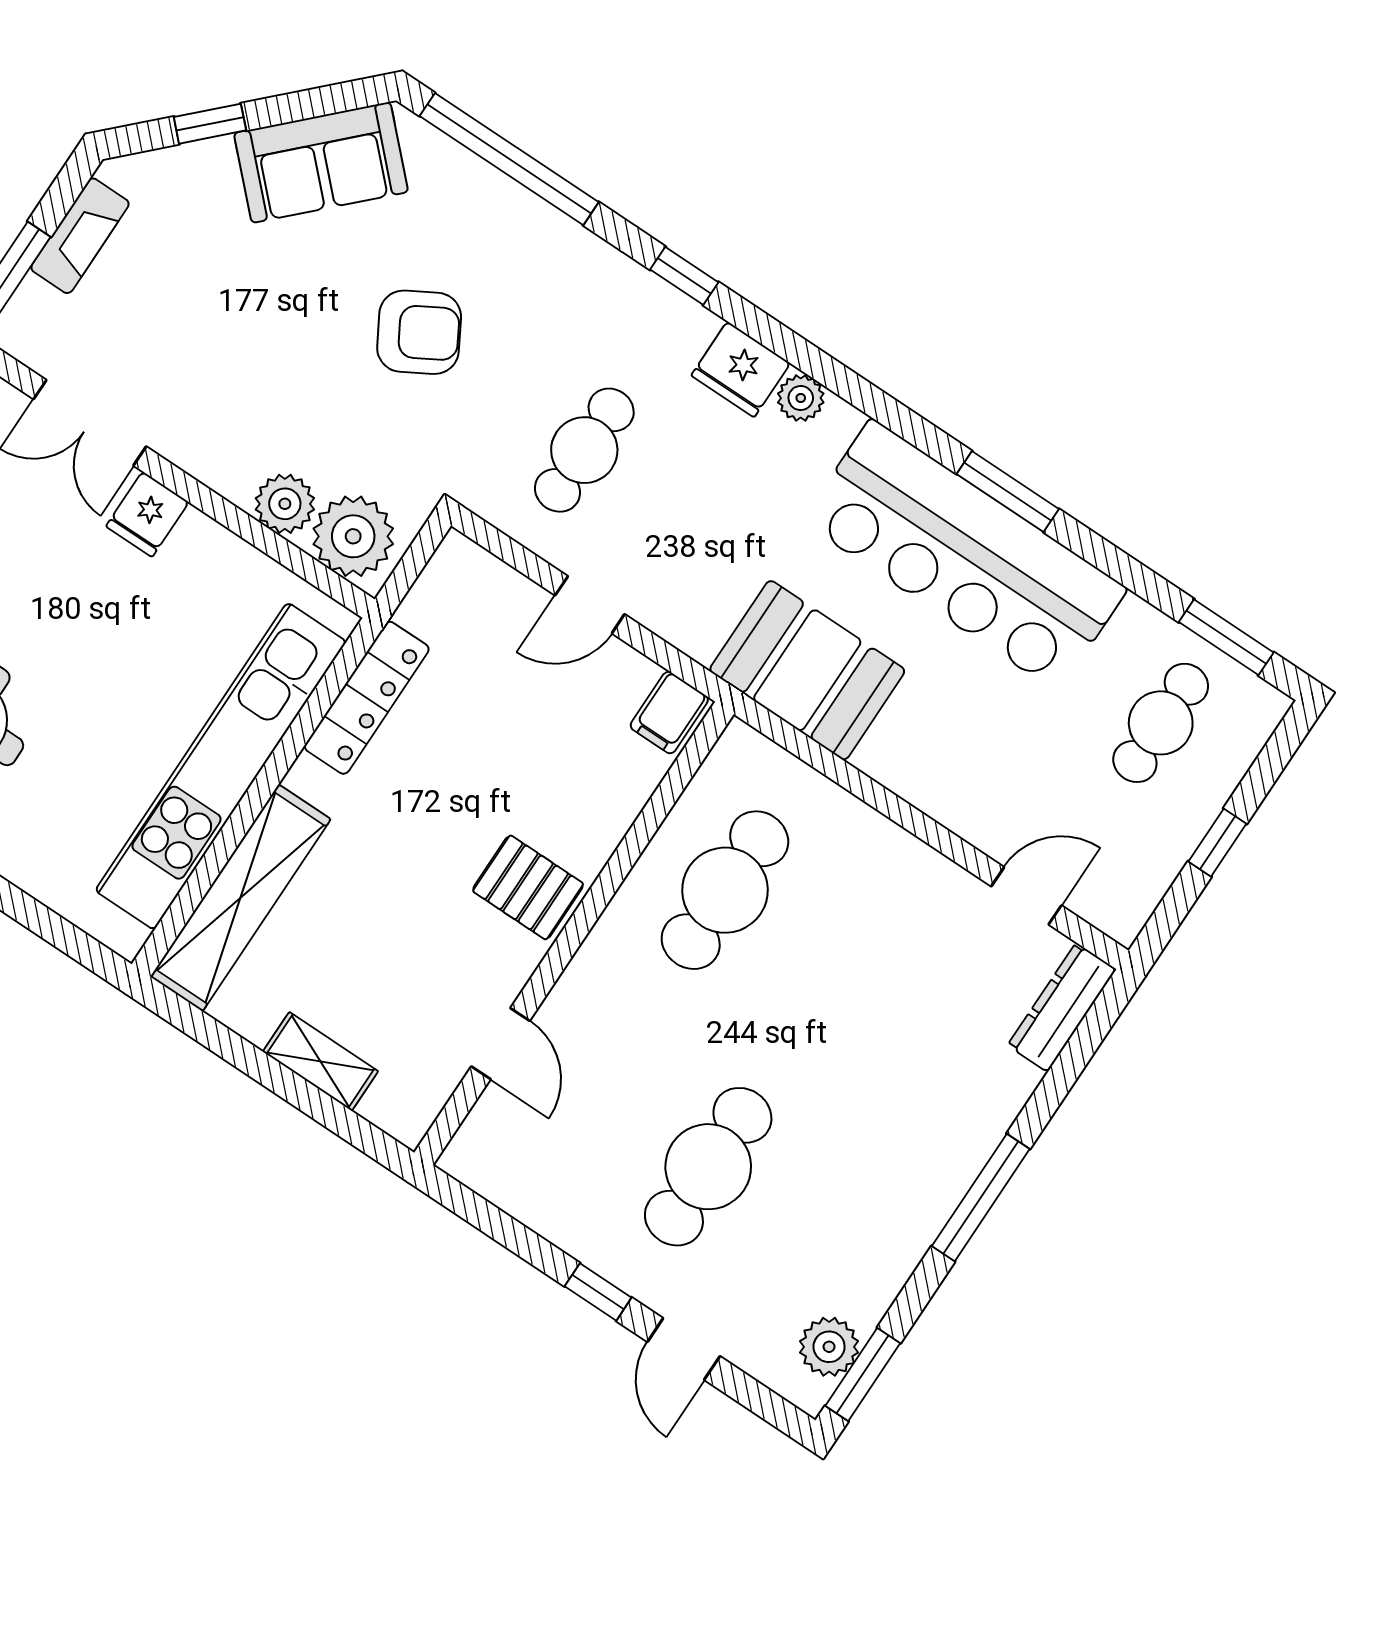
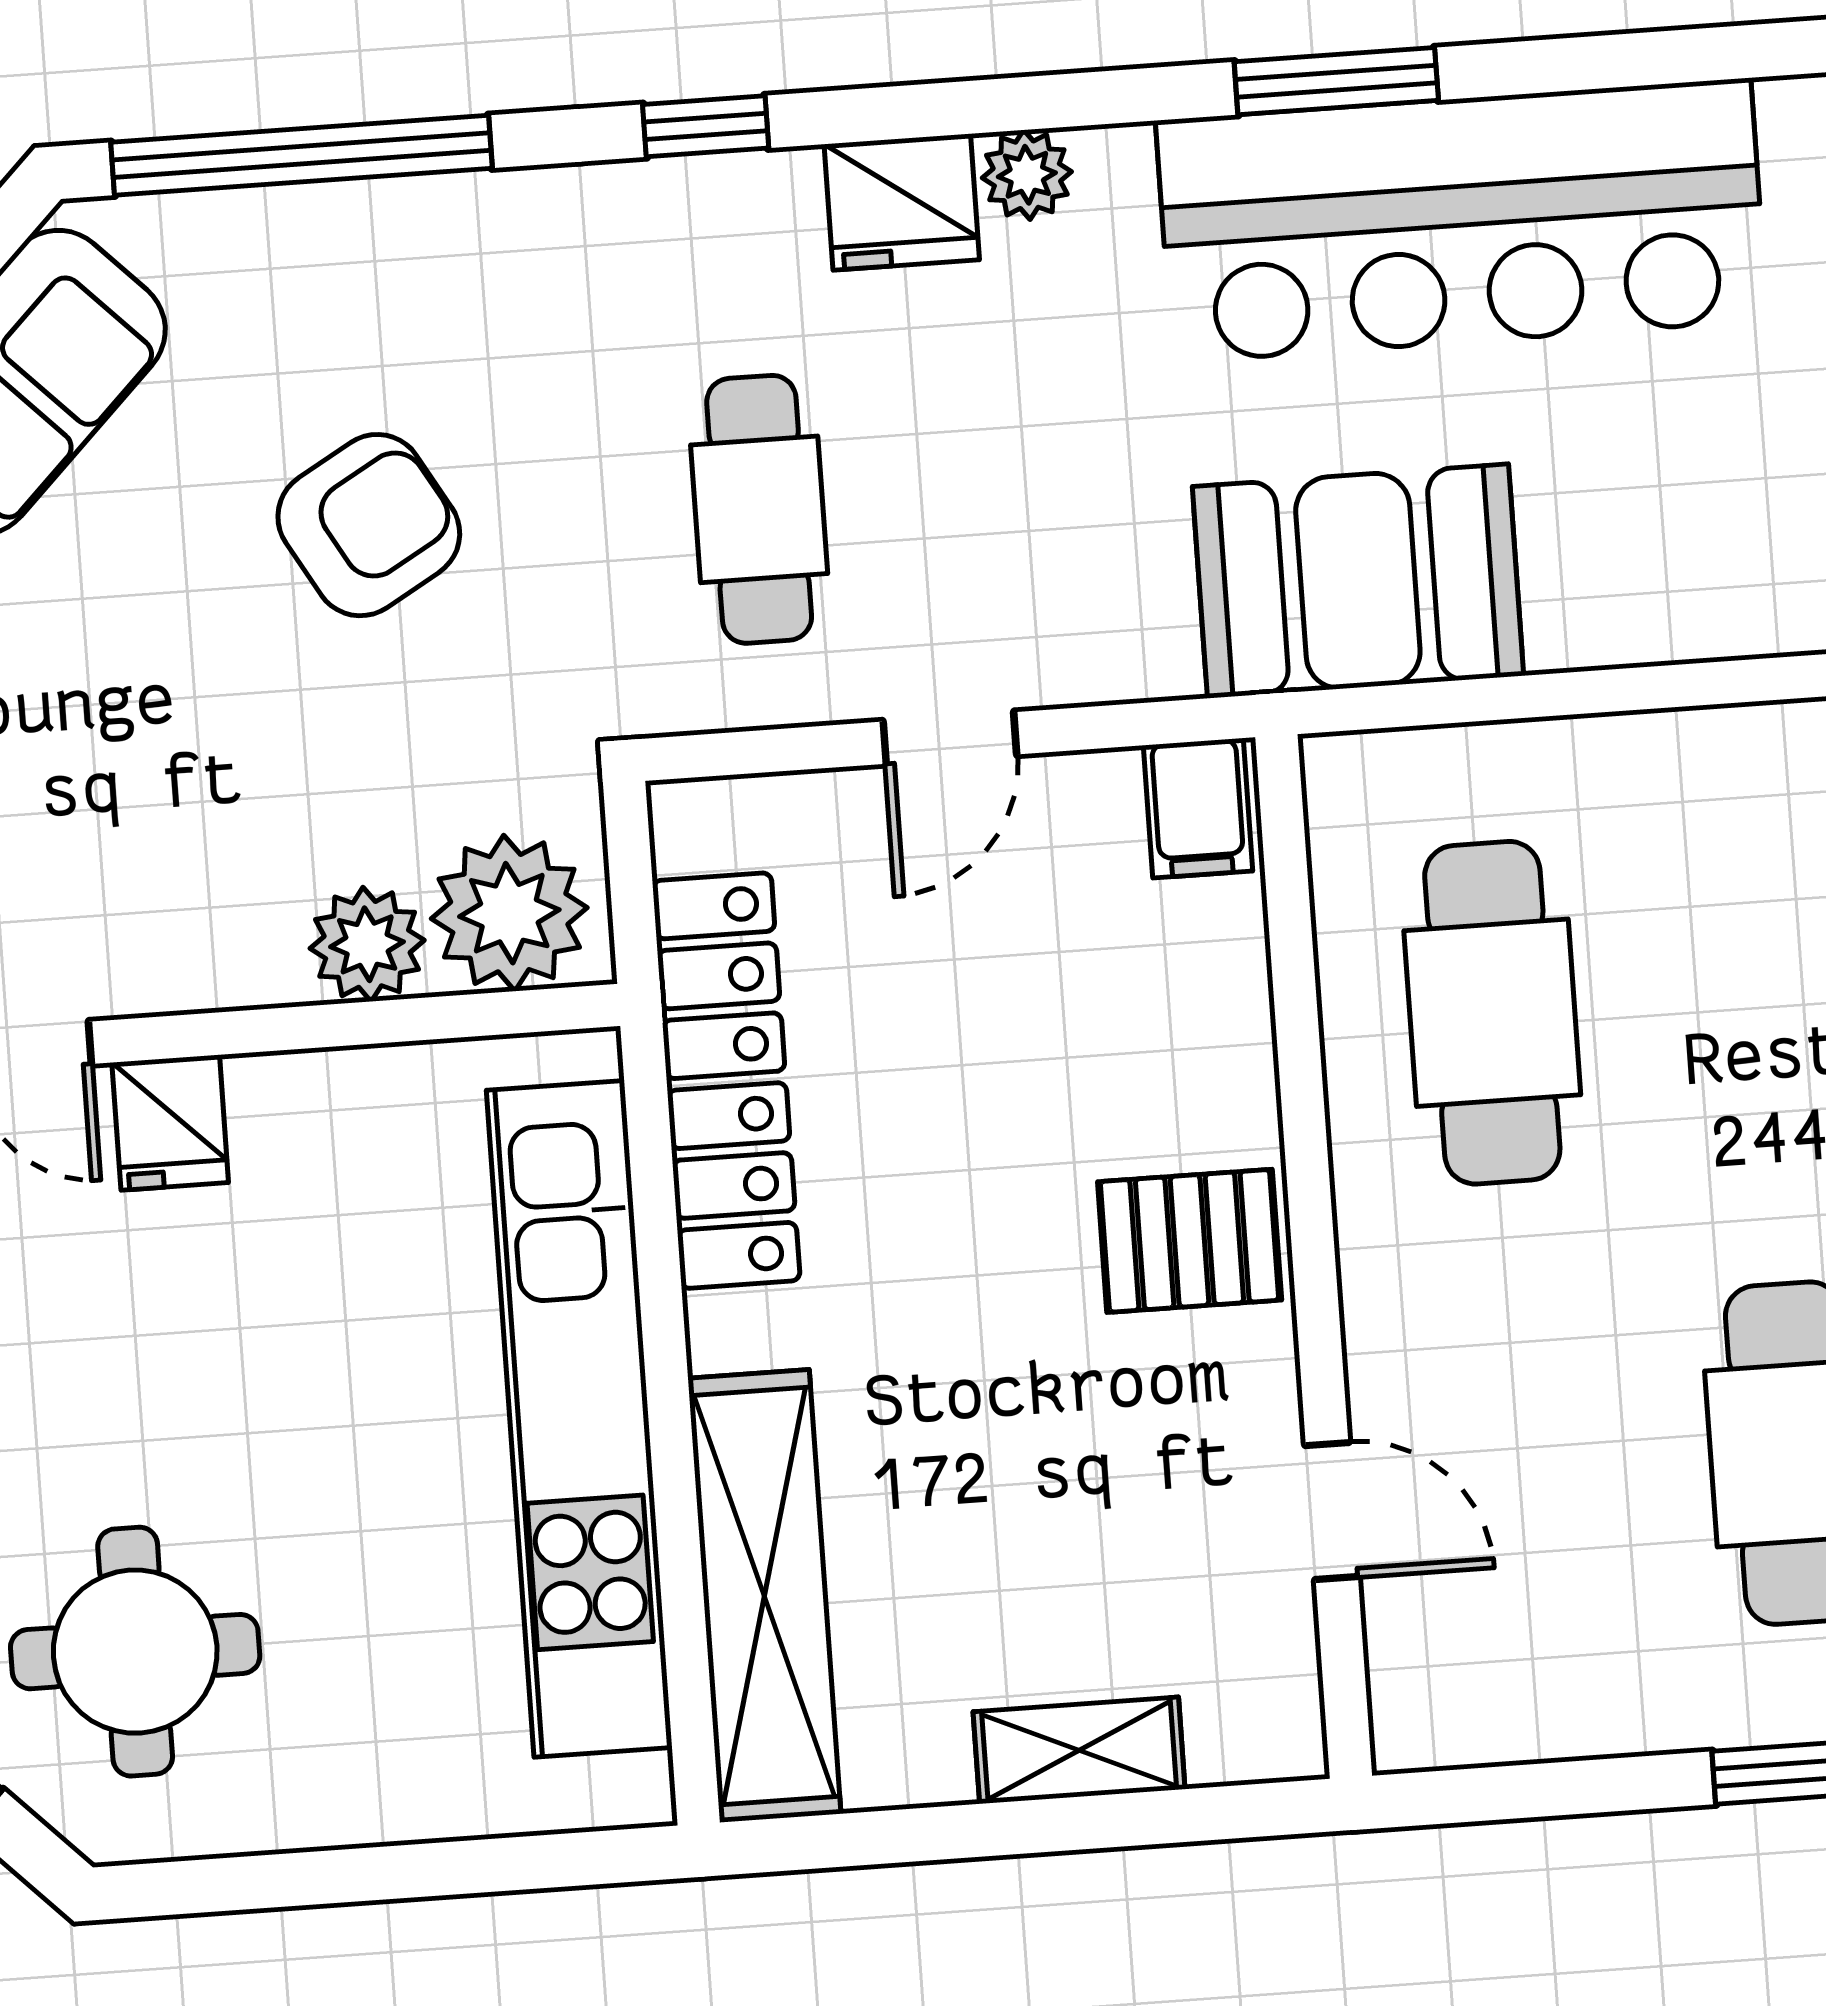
window: (1008, 492) -> (1336, 81), moved
locker: (367, 698) -> (726, 1081), width x1.41, depth x1.21

